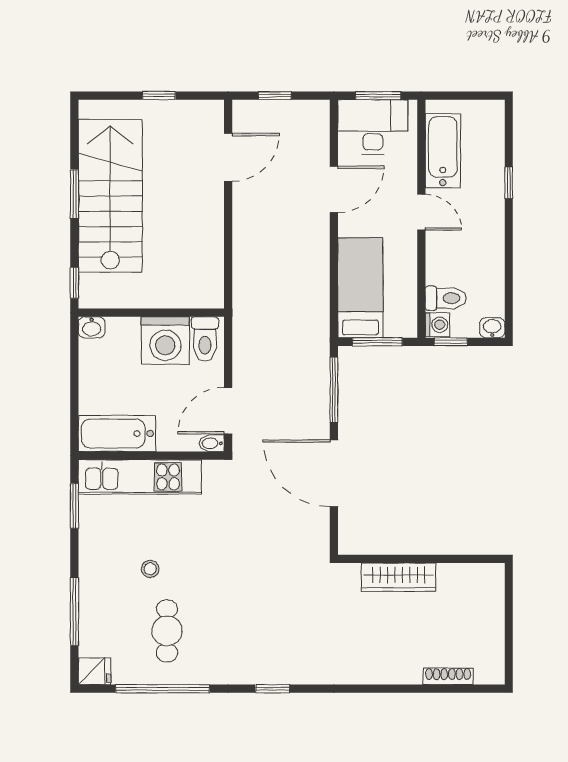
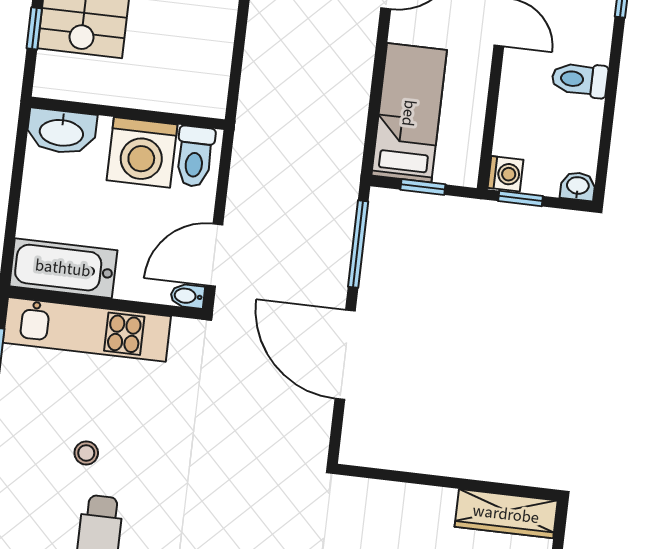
window: (74, 283) -> (34, 28), moved
toilet: (446, 298) -> (580, 80), moved, turned 180
washbasin: (92, 327) -> (62, 132), width x1.91, depth x1.45
window: (377, 342) -> (423, 187), width x0.67
wardrobe: (399, 577) -> (506, 514), moved

